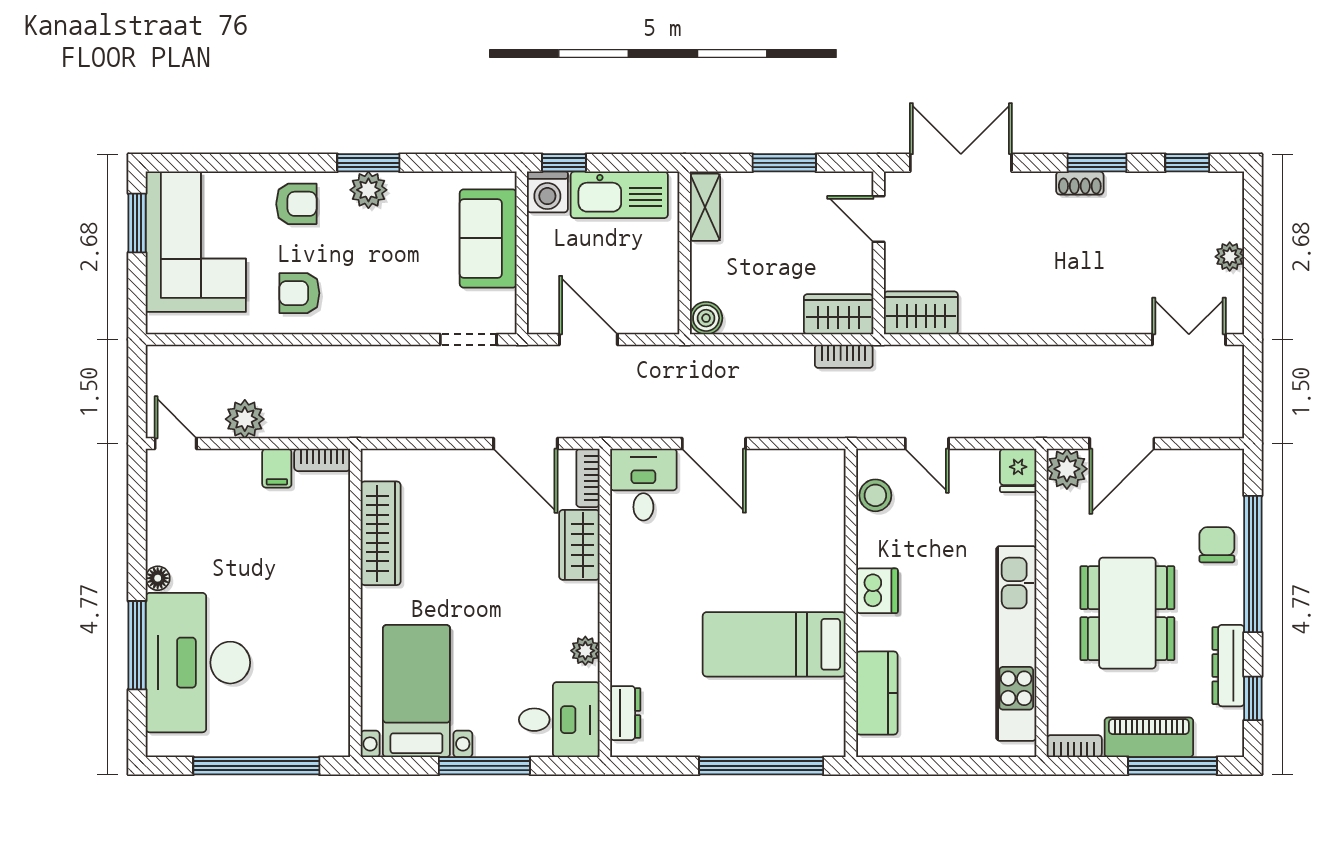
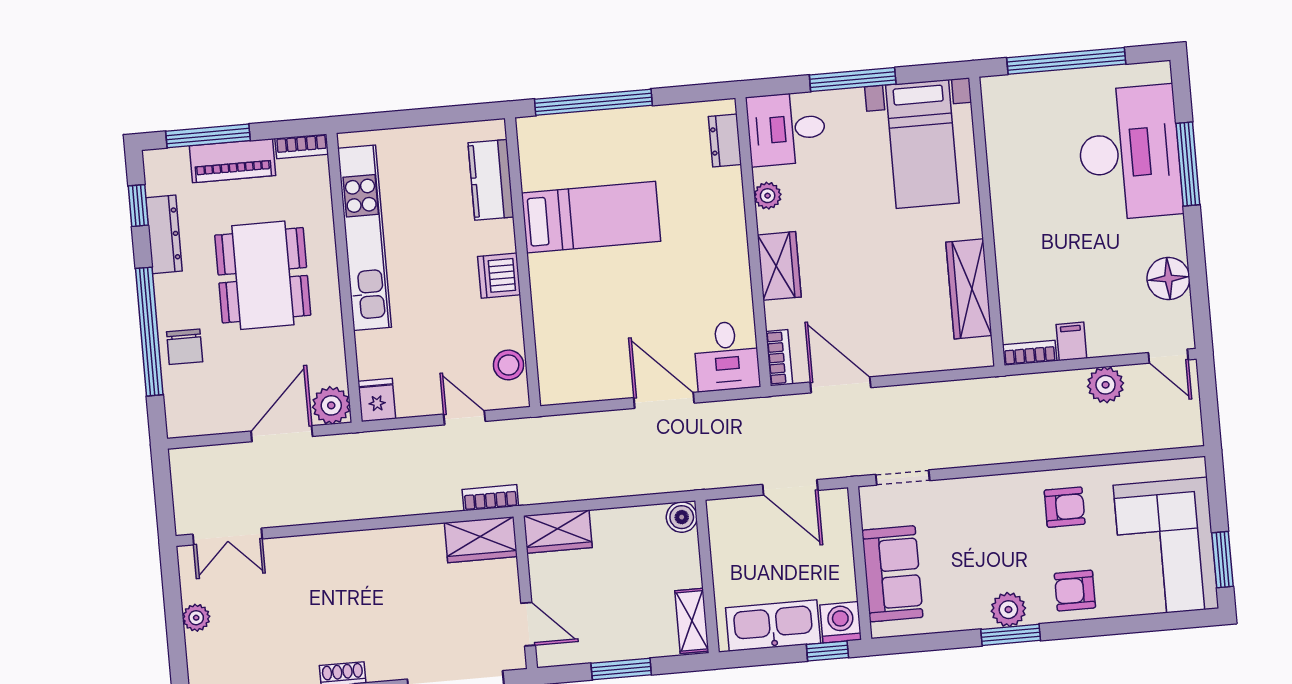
bookcase: (844, 356) -> (490, 498), moved
wardrobe: (579, 545) -> (779, 266), moved
floor lamp: (158, 578) -> (1168, 278), moved, width x1.89, depth x1.89

